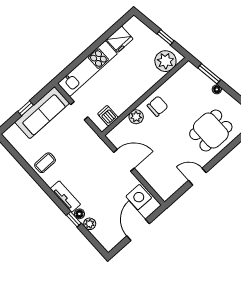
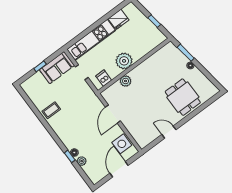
plant: (165, 61) -> (124, 61), moved
chair: (158, 106) -> (143, 74), removed
sofa: (42, 113) -> (57, 68), width x0.73
dining table: (211, 130) -> (183, 97), turned 90
door: (124, 160) -> (113, 114), swing flipped
tv unit: (65, 197) -> (65, 138), removed

